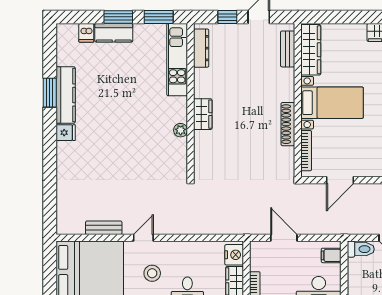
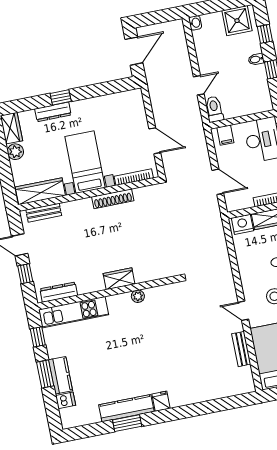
window: (159, 17) -> (38, 337), width x0.67
plant: (357, 32) -> (15, 152), added
door: (284, 238) -> (218, 182), swing flipped

